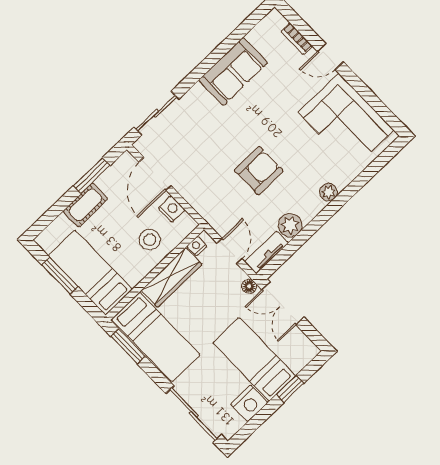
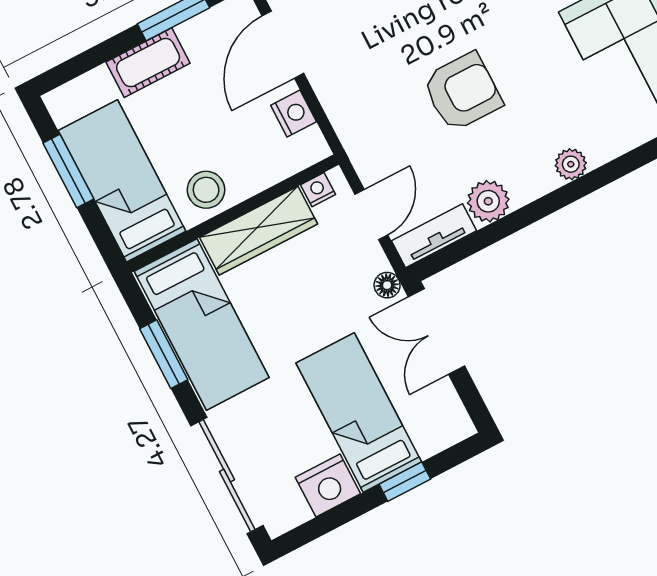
stool: (150, 240) -> (206, 190), moved
window: (128, 346) -> (164, 354), moved

